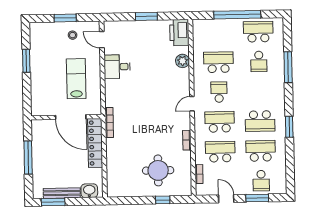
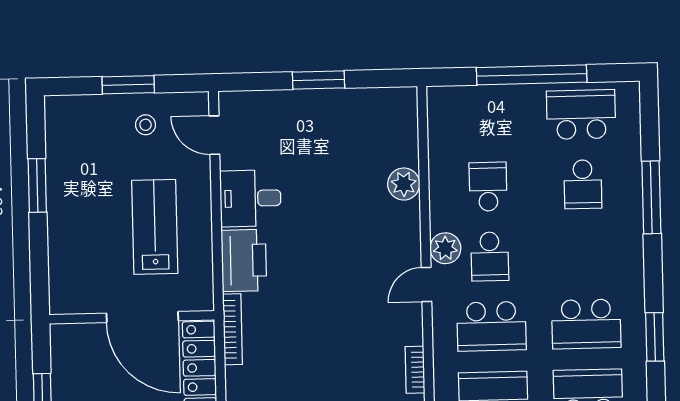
printer: (179, 33) -> (244, 260), moved, turned 180
school desk: (218, 62) -> (488, 187), width x0.54
plant: (200, 88) -> (445, 248), added
school desk: (219, 92) -> (490, 256), turned 180
school desk: (220, 122) -> (491, 326), turned 180

